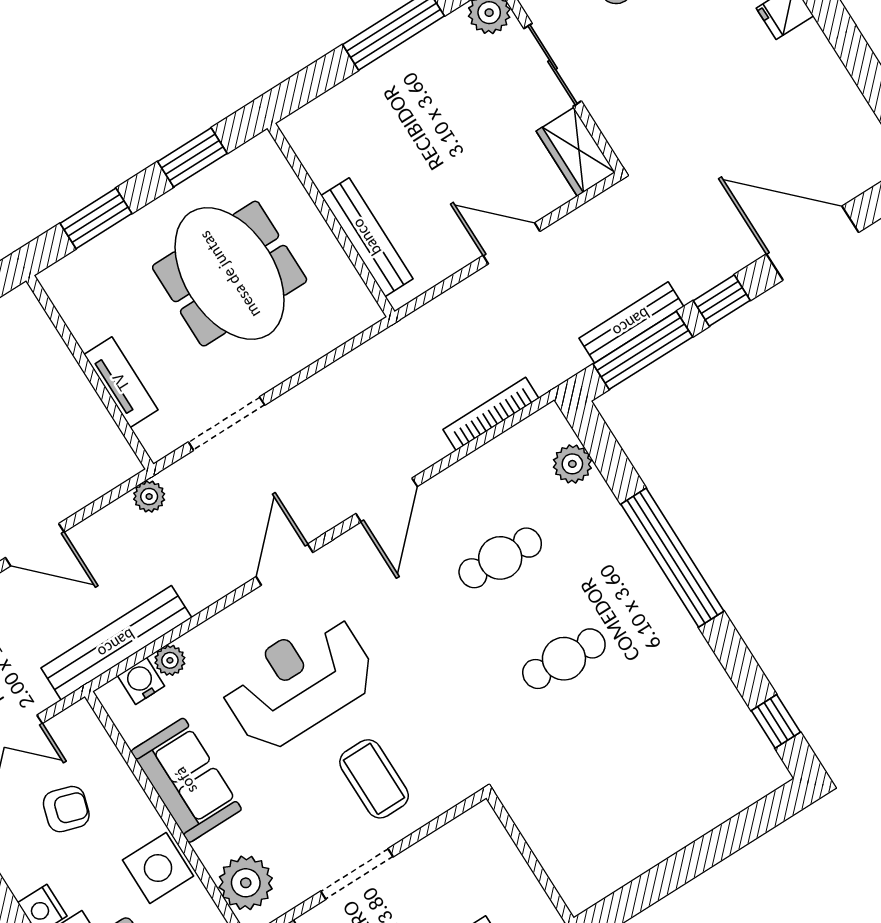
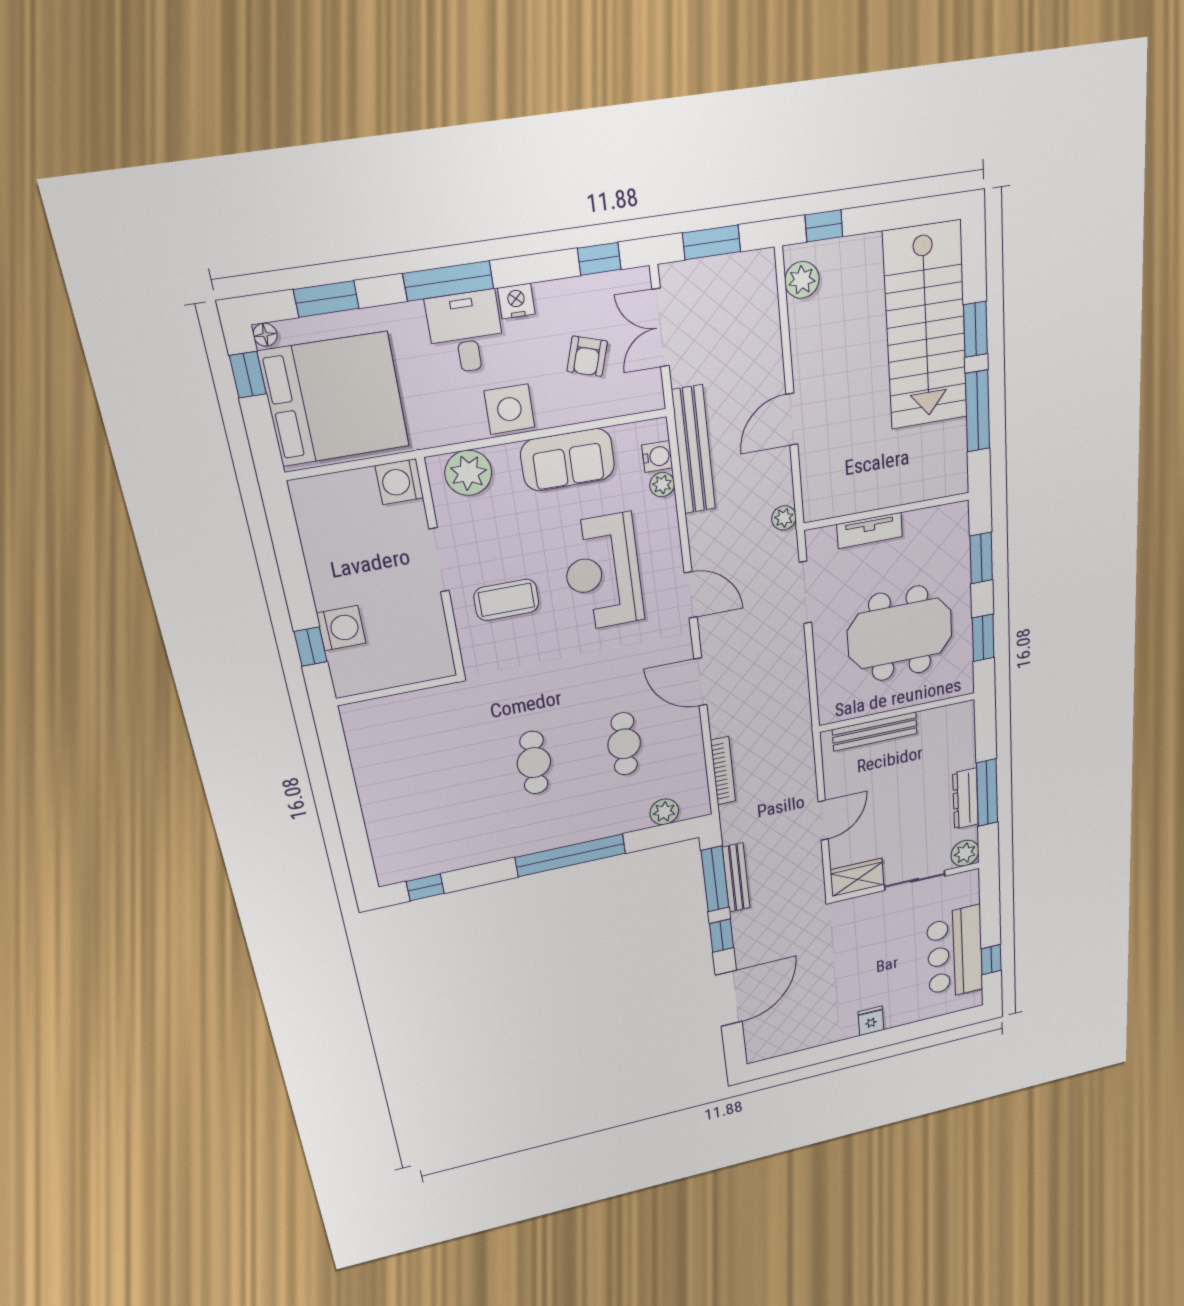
dresser: (413, 57) -> (965, 799), added
reception desk: (298, 682) -> (603, 572), turned 180

